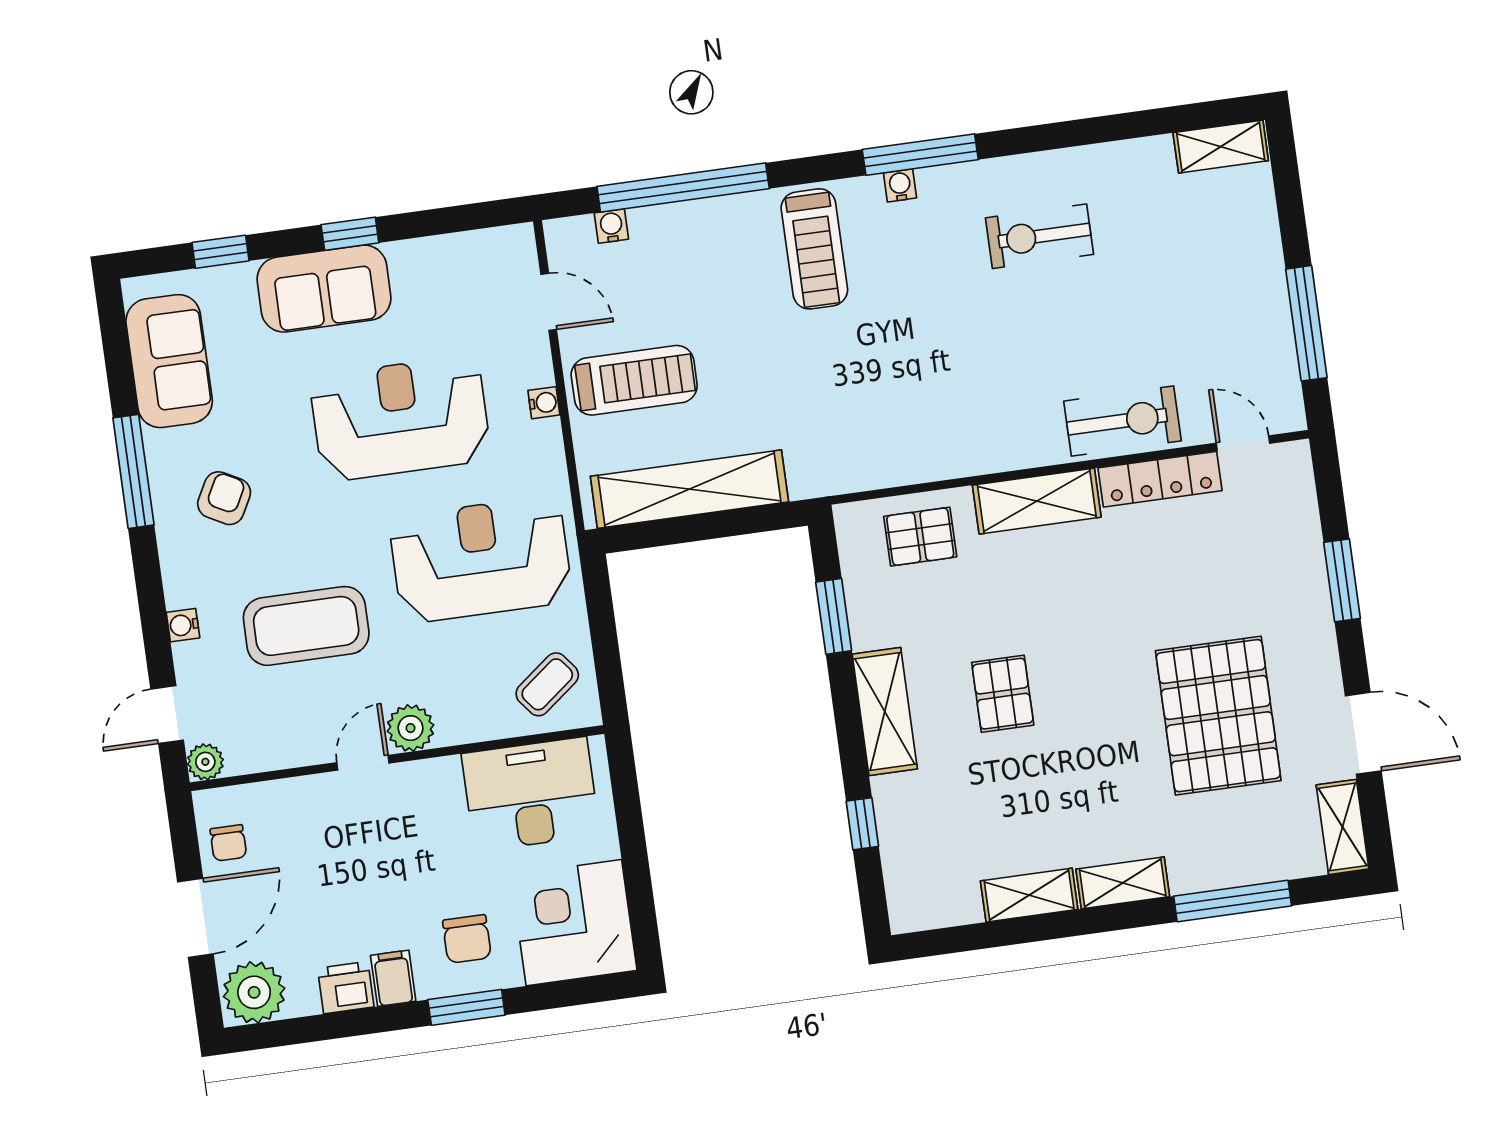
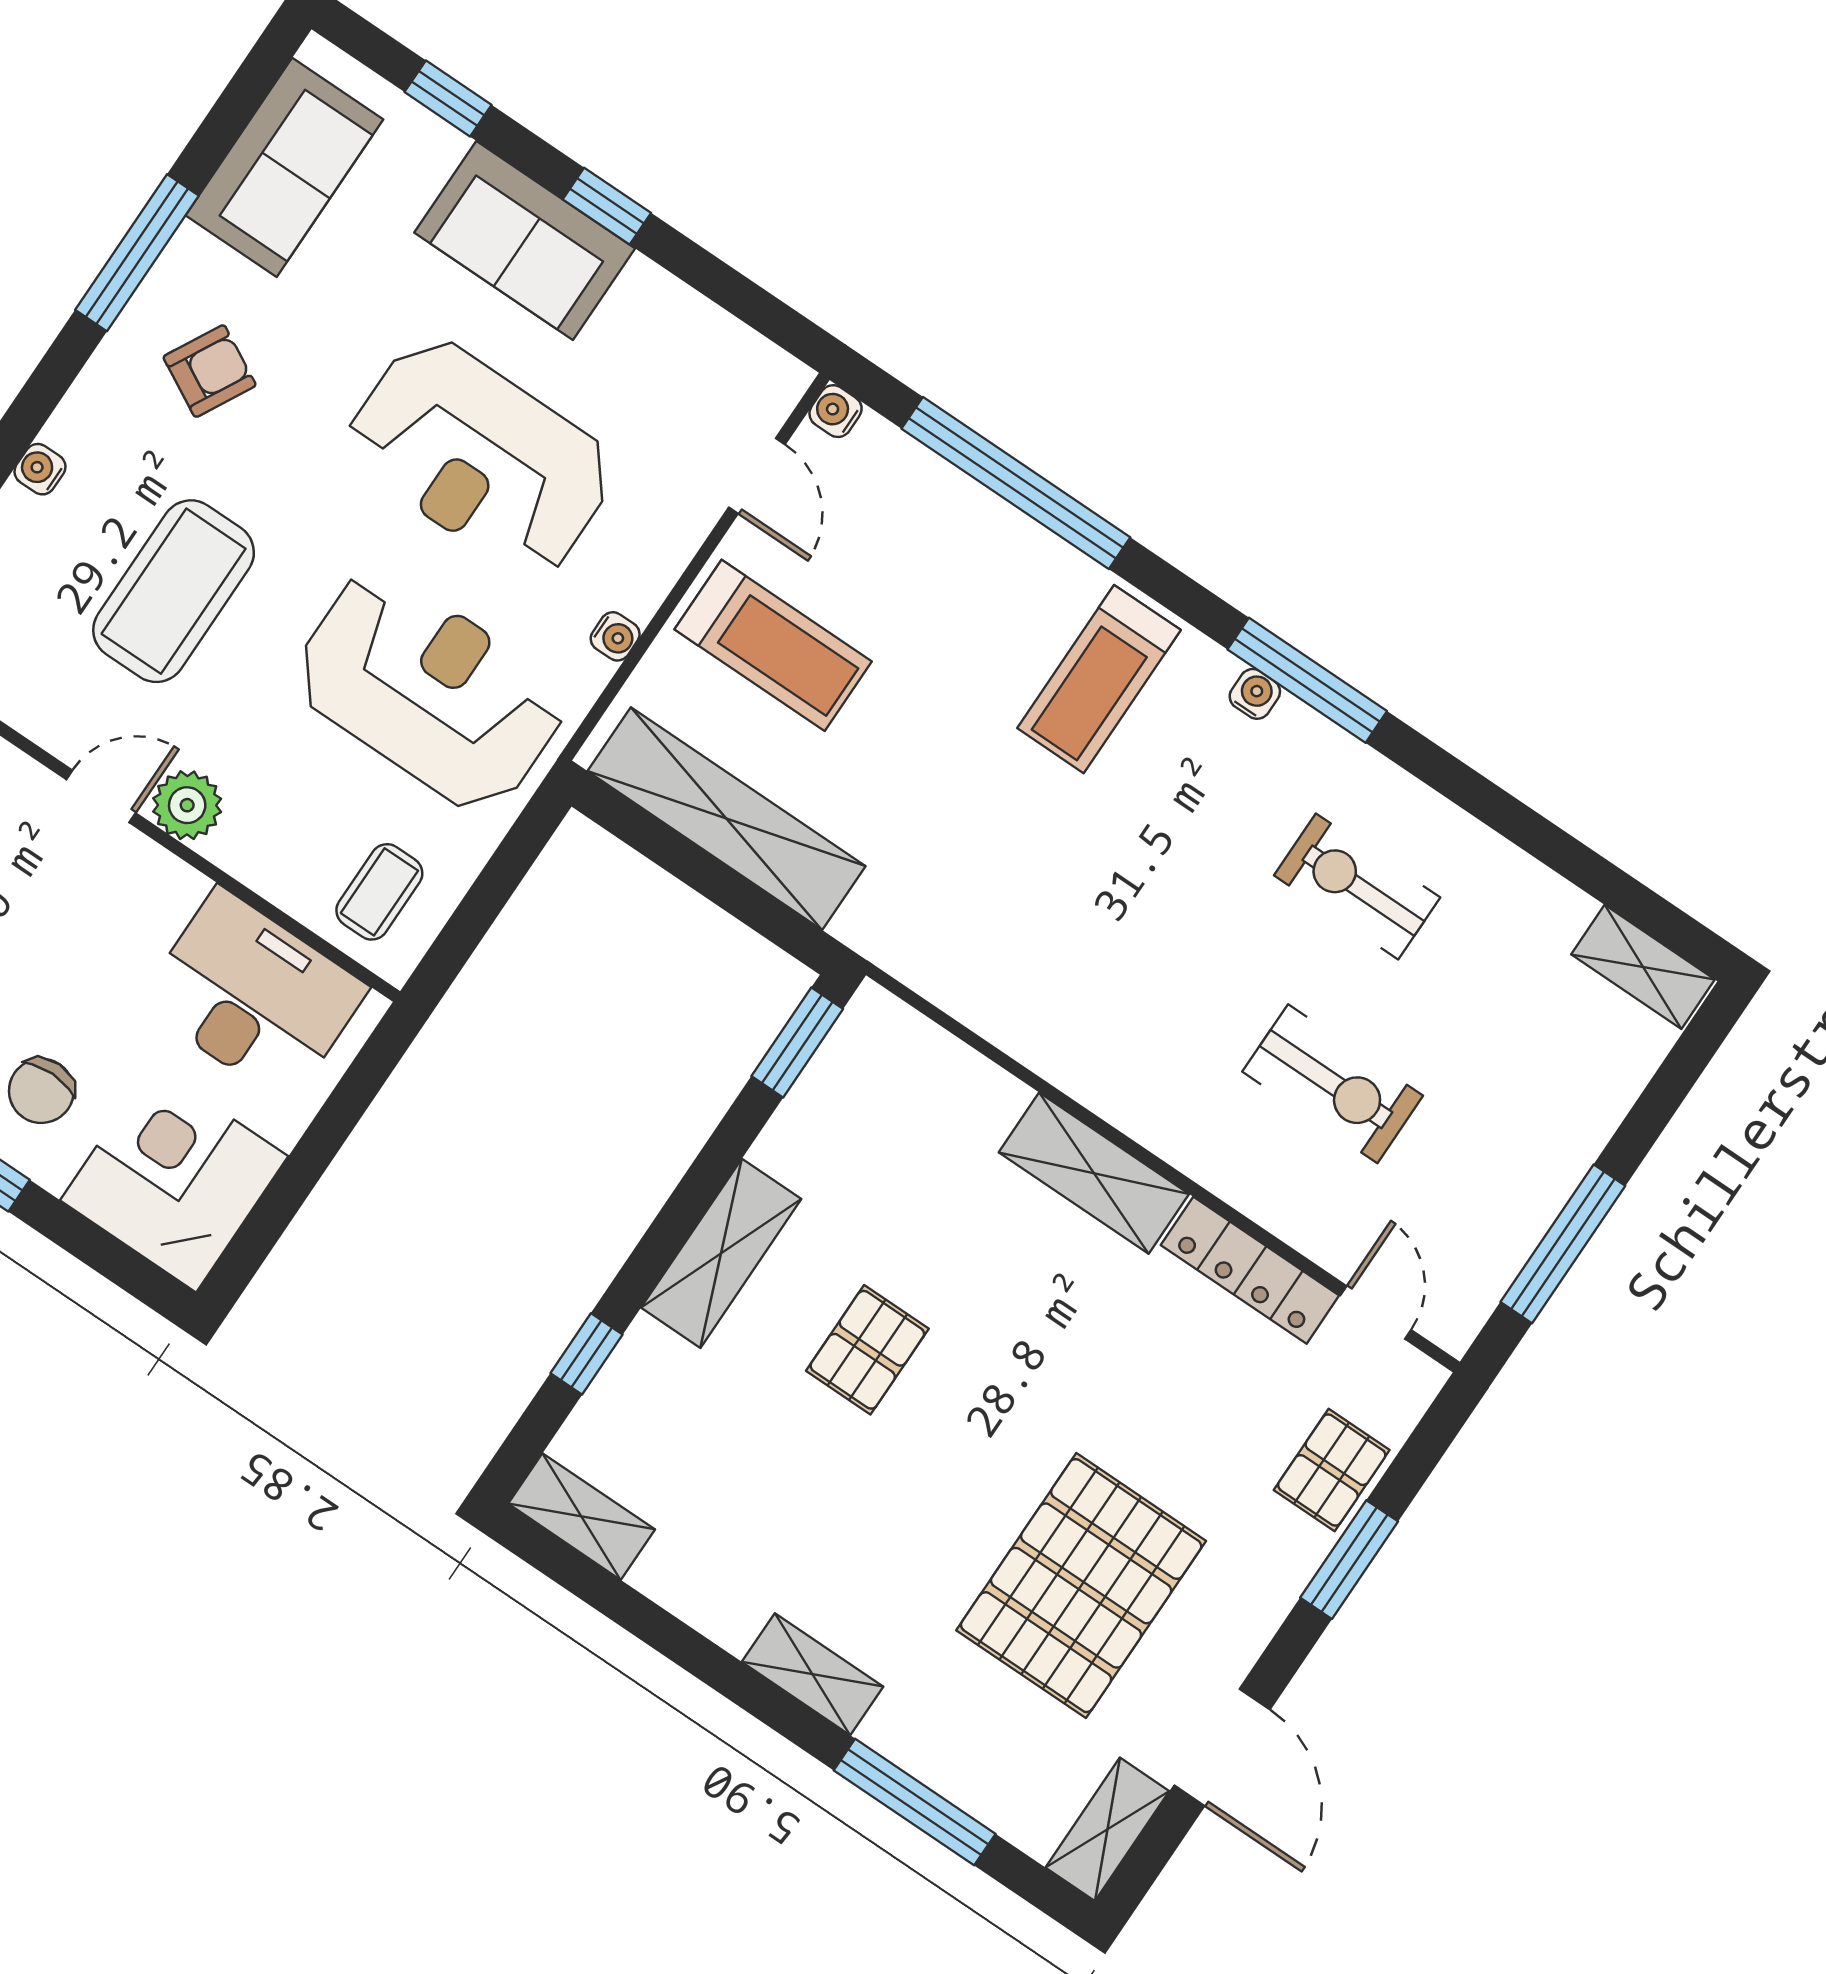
water cooler: (611, 226) -> (836, 411), moved, turned -90
water cooler: (544, 403) -> (615, 636), moved
reception desk: (400, 418) -> (480, 457), turned 180
exercise bike: (1123, 421) -> (1333, 1084), moved
pallet: (920, 537) -> (1332, 1470), moved, turned 90
window: (834, 616) -> (797, 1042), moved
coffee table: (306, 626) -> (174, 591), turned 90
coffee table: (547, 684) -> (379, 892), turned -52
shelving: (1029, 895) -> (582, 1517), moved

